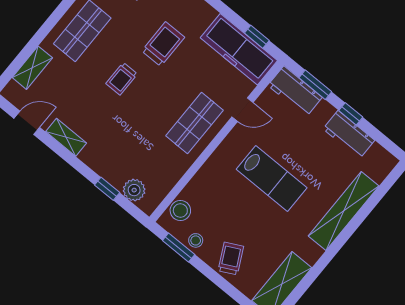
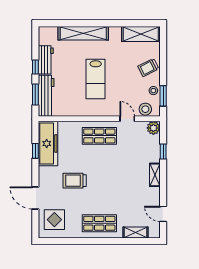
window: (257, 37) -> (35, 151), moved
trolley: (122, 79) -> (106, 187), removed
workbench: (295, 91) -> (46, 96), width x1.38
door: (243, 110) -> (127, 119), moved
shelving: (66, 137) -> (155, 175), moved
lab bench: (272, 178) -> (96, 79), turned 180
plant: (134, 190) -> (153, 128), moved

